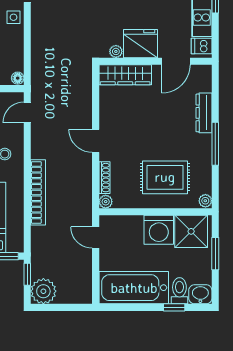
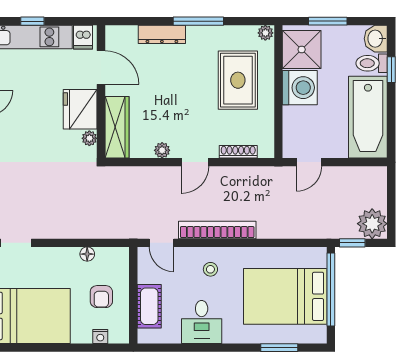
side table: (14, 17) -> (49, 259), removed
floor lamp: (18, 78) -> (87, 254), moved
bookcase: (38, 192) -> (217, 230), moved
plant: (106, 202) -> (162, 150), moved

